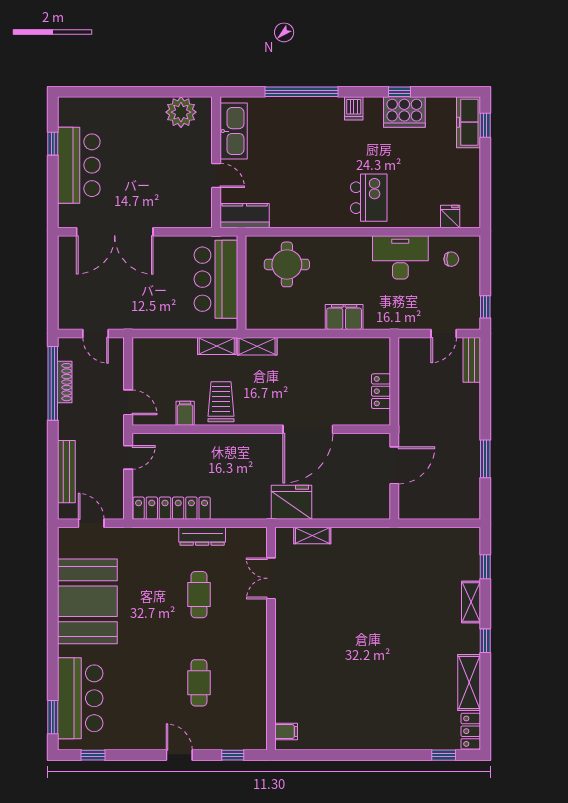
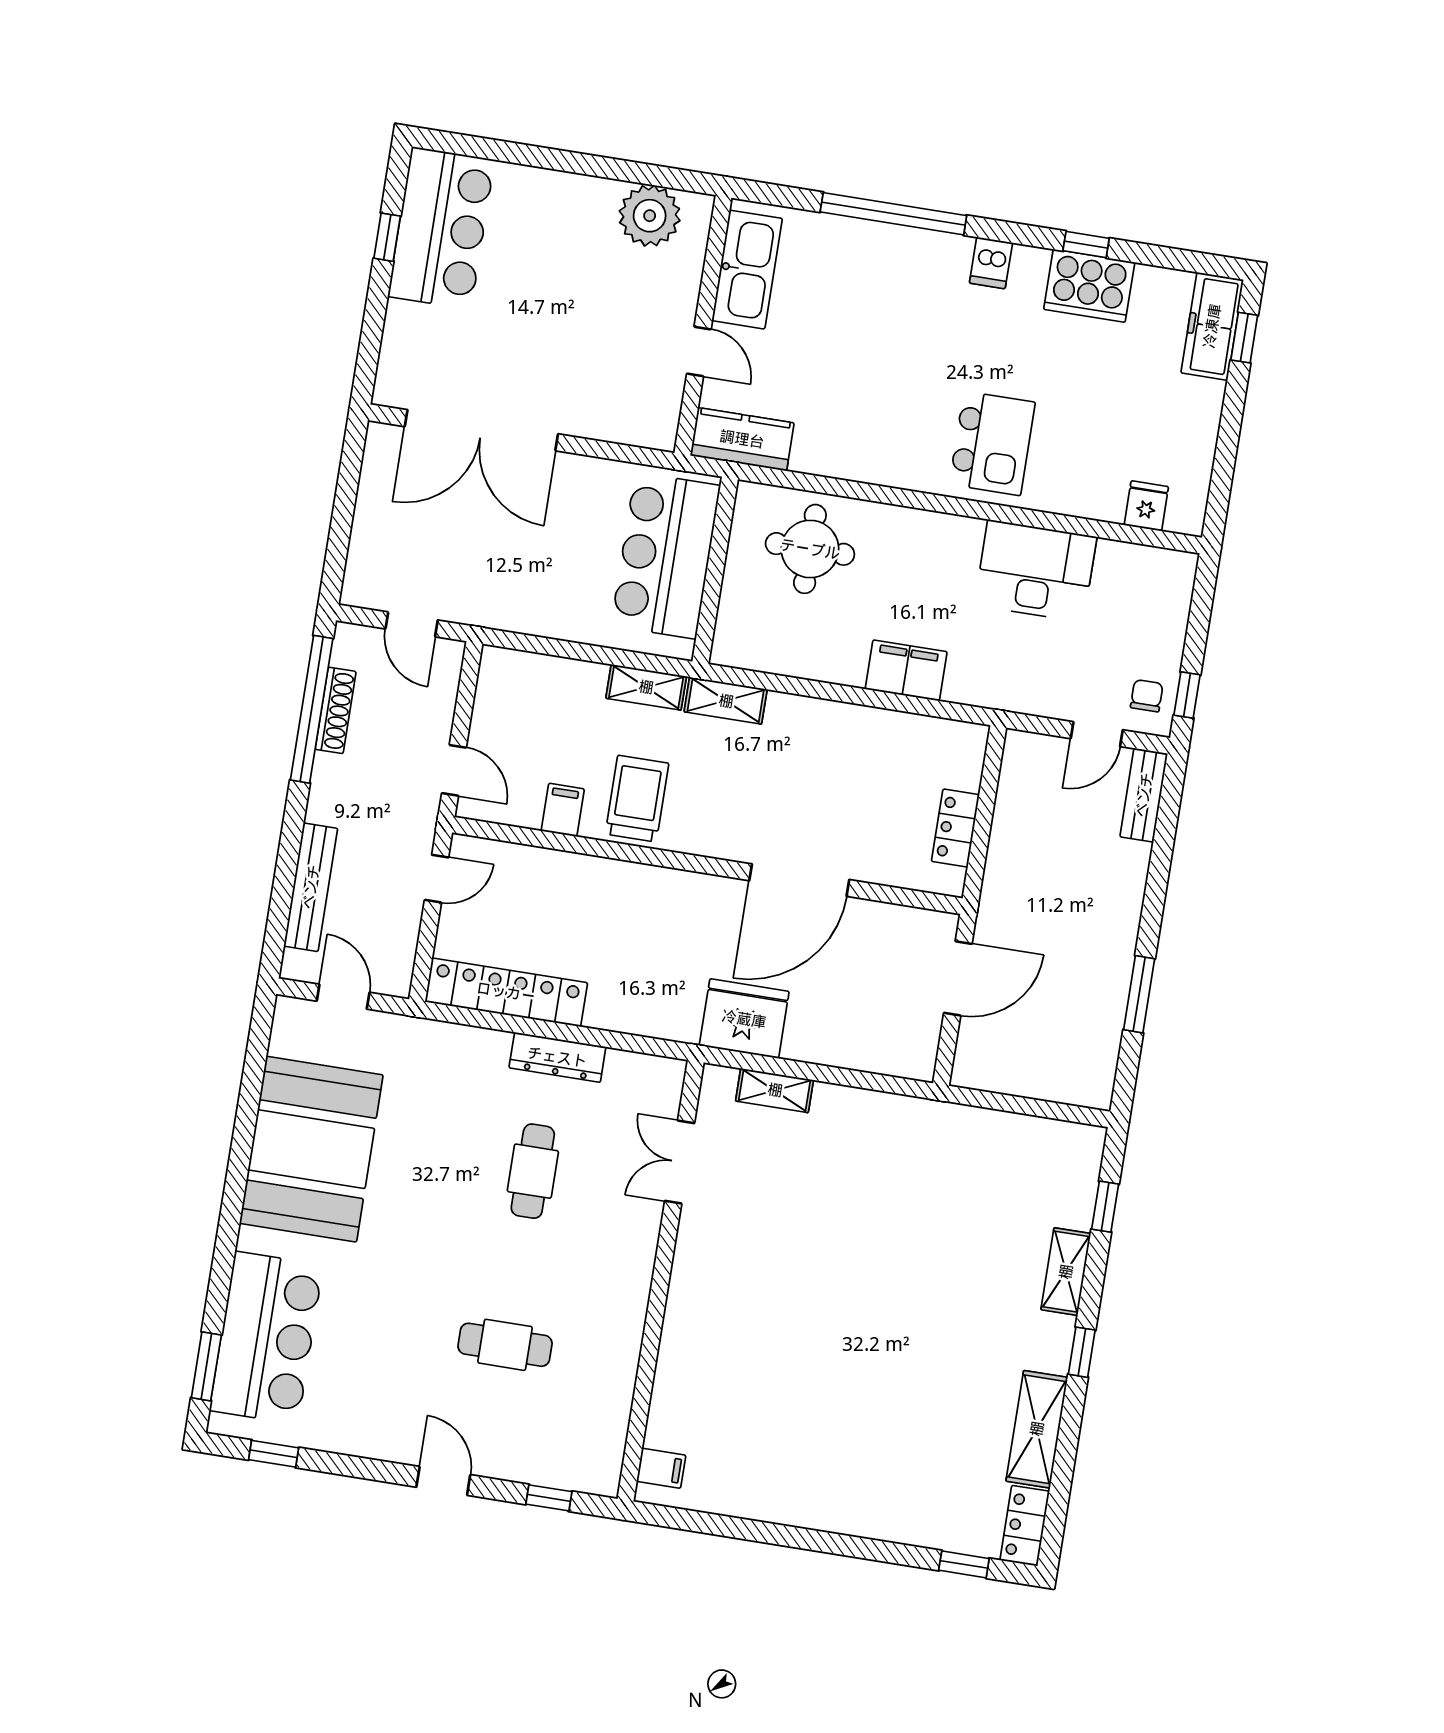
bar counter: (79, 165) -> (441, 228), moved
chair: (451, 259) -> (1147, 696), moved, turned -90
cafe table: (199, 683) -> (505, 1345), turned 90

